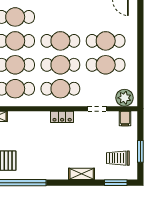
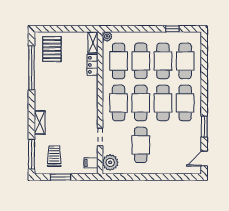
cafe table: (106, 41) -> (185, 103), moved
locker: (62, 117) -> (92, 65), moved
window: (116, 183) -> (32, 154), width x1.44

